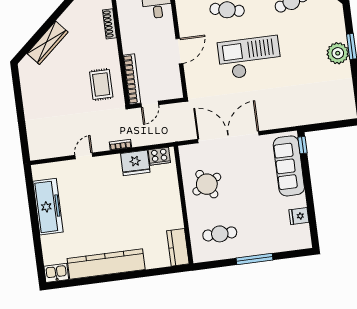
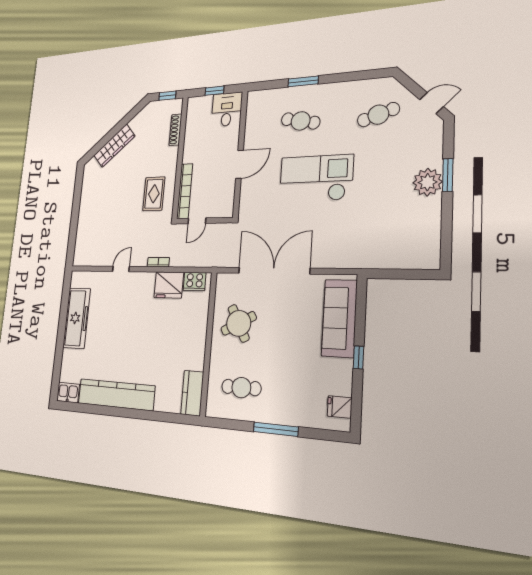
window: (302, 145) -> (359, 357), moved
fridge: (299, 216) -> (340, 407), moved

